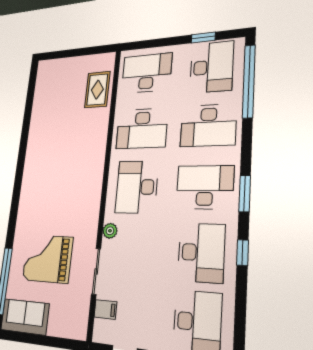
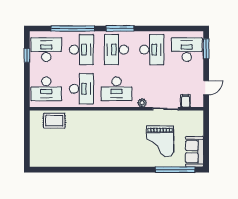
desk: (147, 73) -> (46, 89), turned -90
window: (249, 81) -> (73, 28), moved
window: (245, 194) -> (120, 28), width x1.44
desk: (201, 253) -> (152, 50), turned 90
window: (242, 253) -> (151, 28), removed

